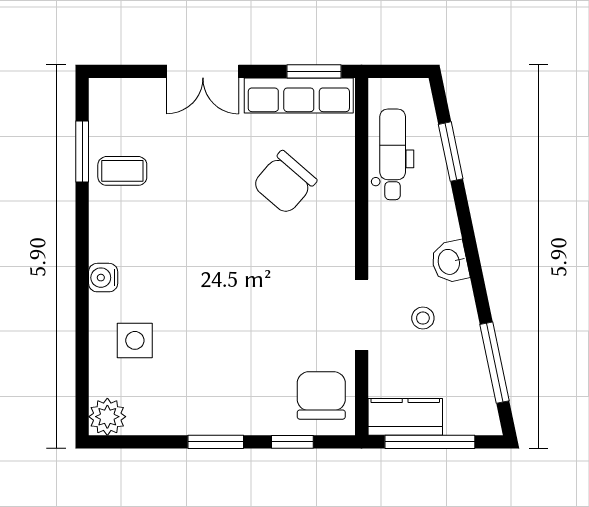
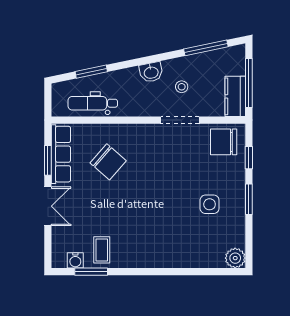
window: (314, 71) -> (48, 160), moved
water cooler: (103, 278) -> (75, 260), moved
side table: (135, 340) -> (210, 204), moved

